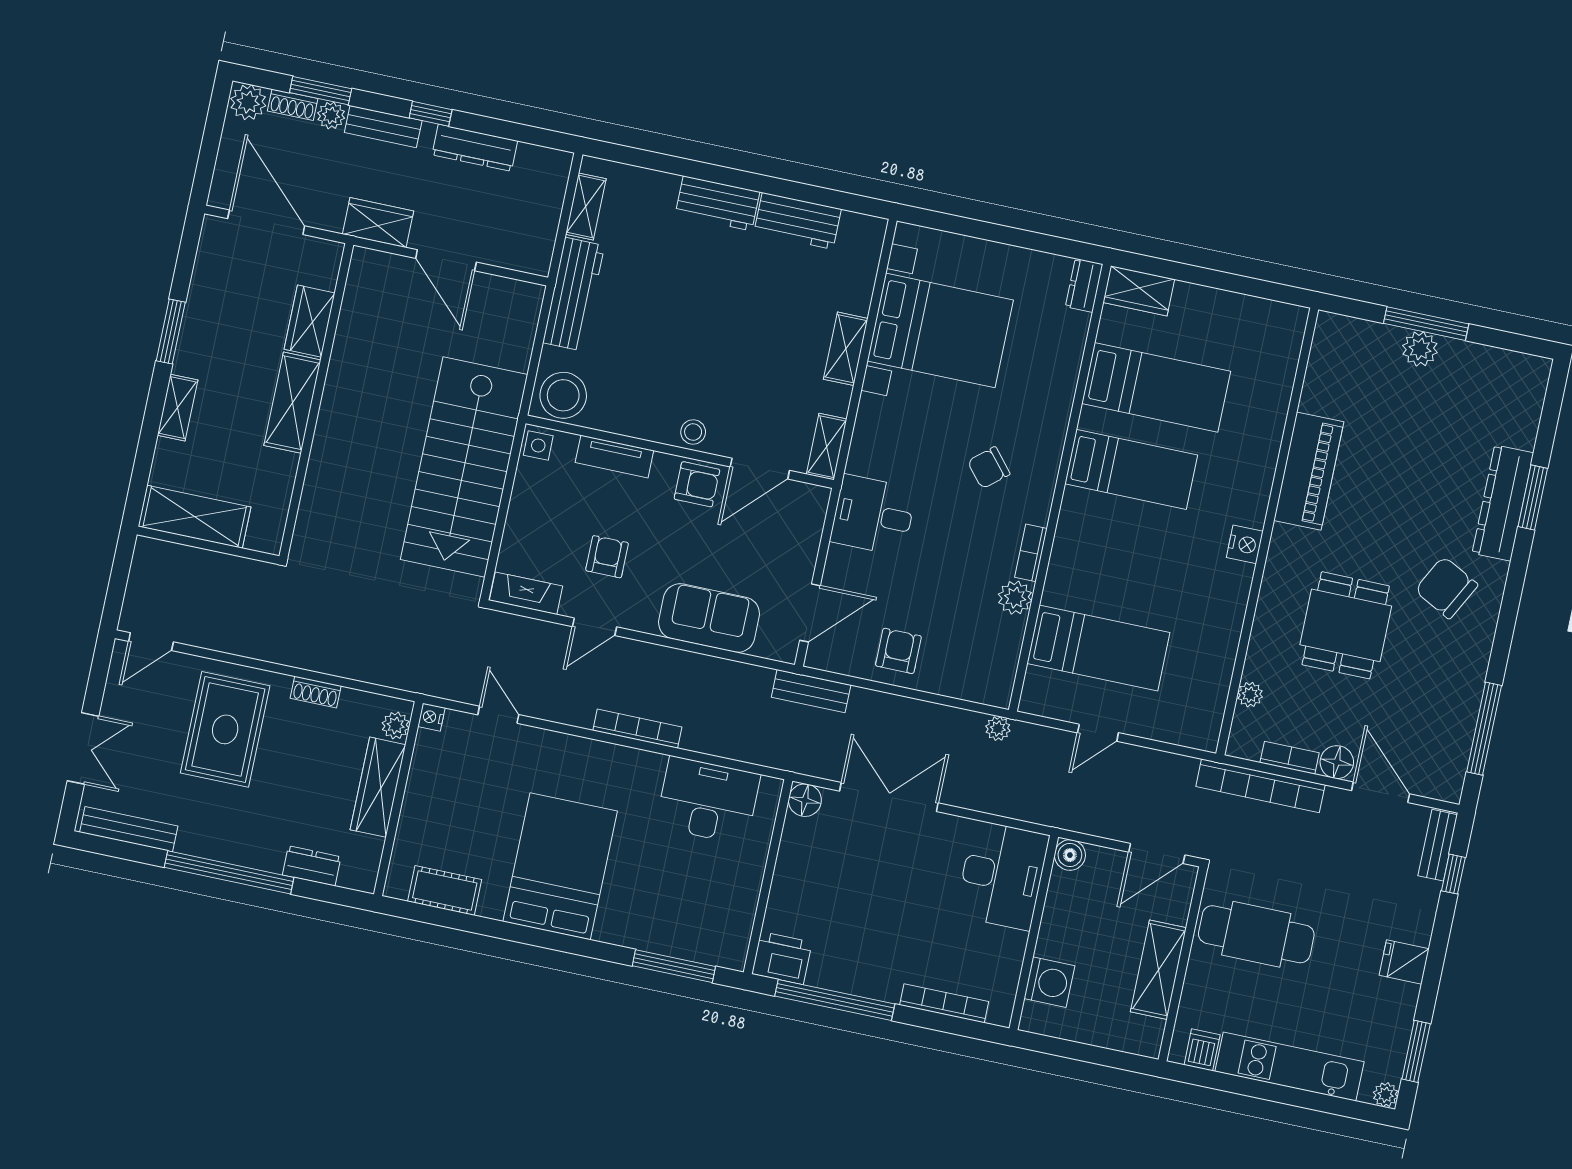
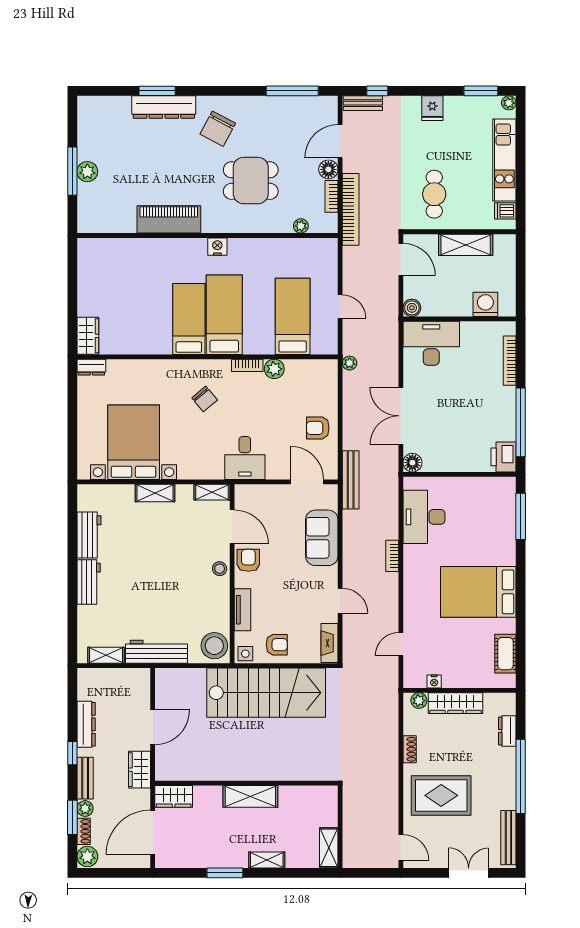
wardrobe: (310, 321) -> (174, 796), moved
bed: (1156, 387) -> (224, 315), moved
shelving: (195, 517) -> (329, 848), width x0.67, depth x0.75
armchair: (607, 557) -> (277, 645), moved, turned 180
bench: (811, 691) -> (351, 480), width x1.36
nightstand: (431, 717) -> (434, 682), moved
bookcase: (637, 729) -> (392, 556), width x0.64
cafe table: (1256, 934) -> (434, 194), width x0.73, depth x0.74

